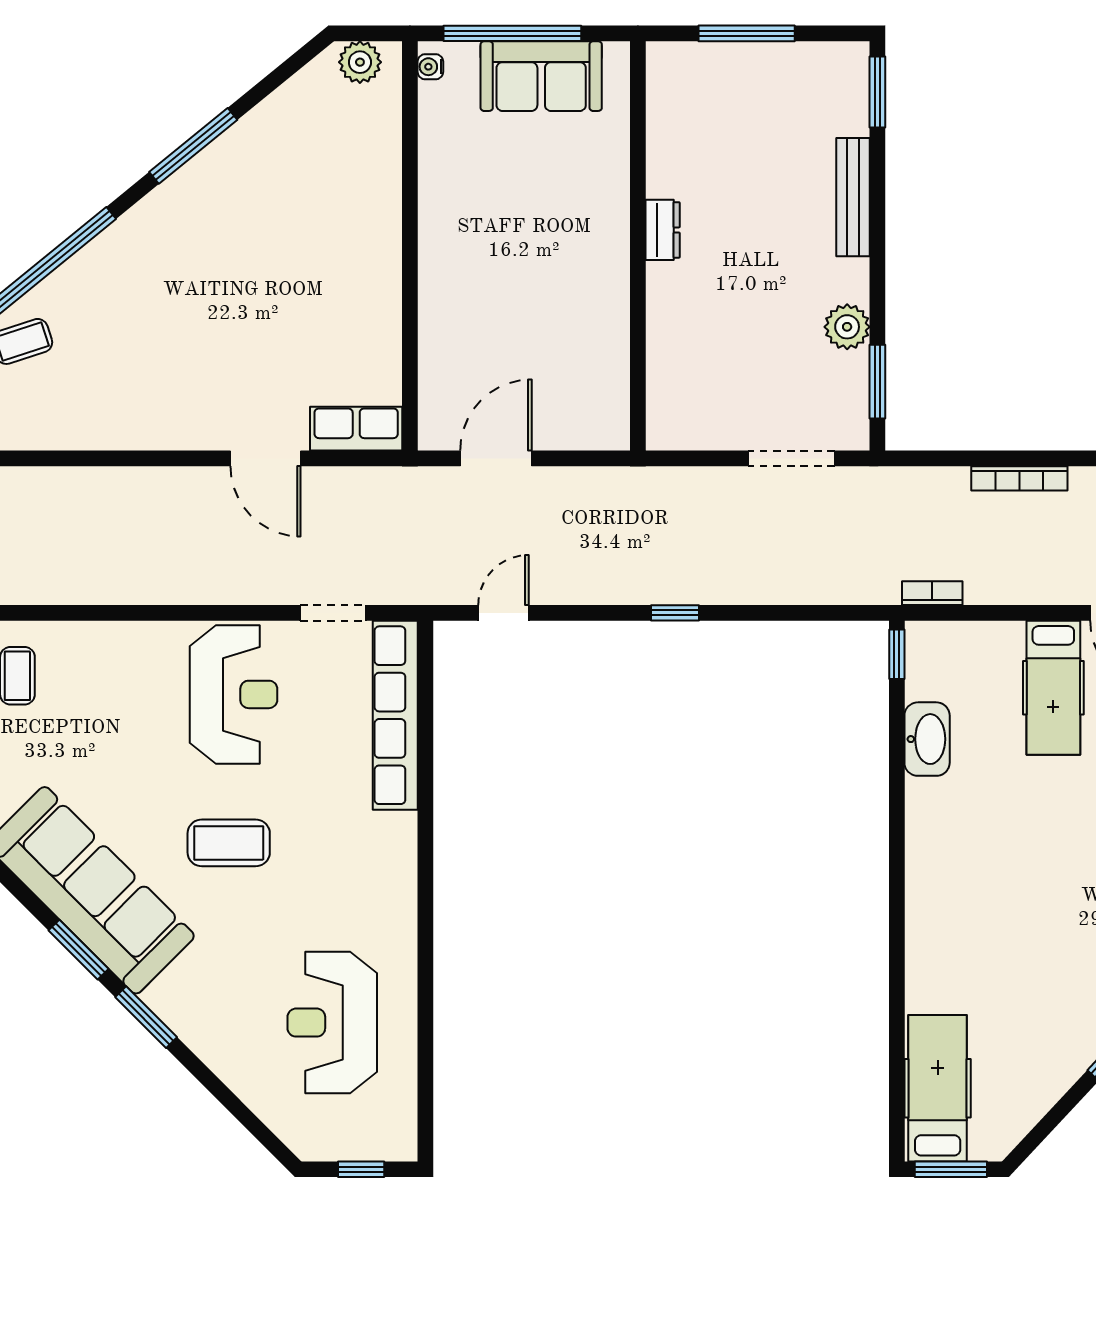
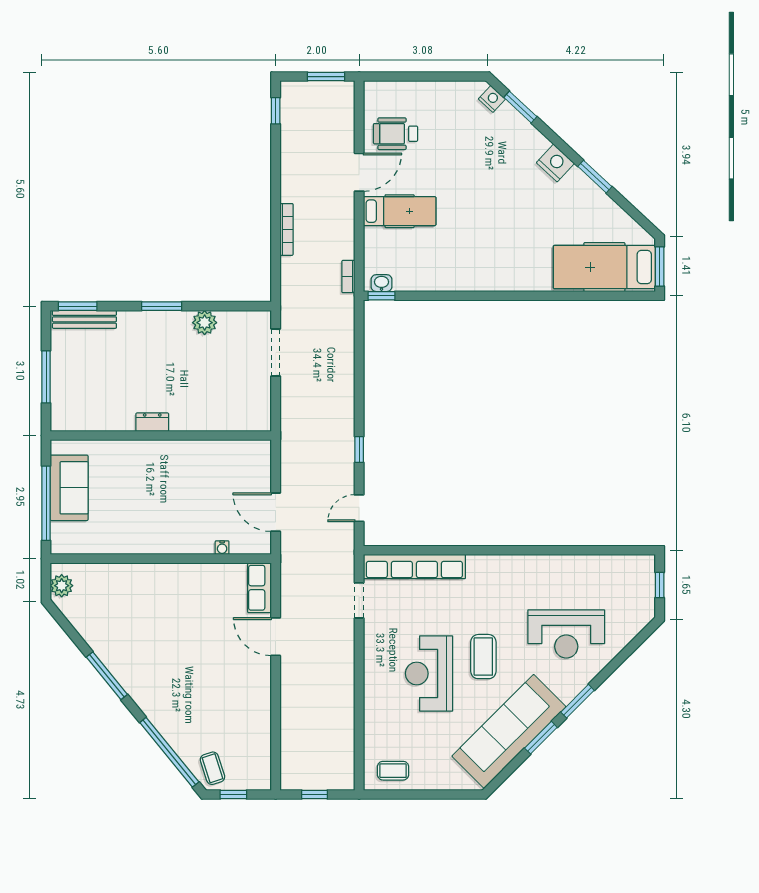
water cooler: (430, 67) -> (222, 548), moved
bench: (853, 197) -> (84, 319), moved
window: (877, 382) -> (162, 306), moved
door: (266, 458) -> (276, 637), swing flipped
door: (504, 613) -> (359, 508), hinge flipped
window: (675, 613) -> (359, 450), moved
reception desk: (233, 694) -> (429, 674), moved, turned -90
washbasin: (927, 739) -> (382, 283), moved, width x0.52, depth x0.69
reception desk: (332, 1023) -> (566, 634), moved
hospital bed: (938, 1088) -> (604, 267), width x1.37, depth x1.29

